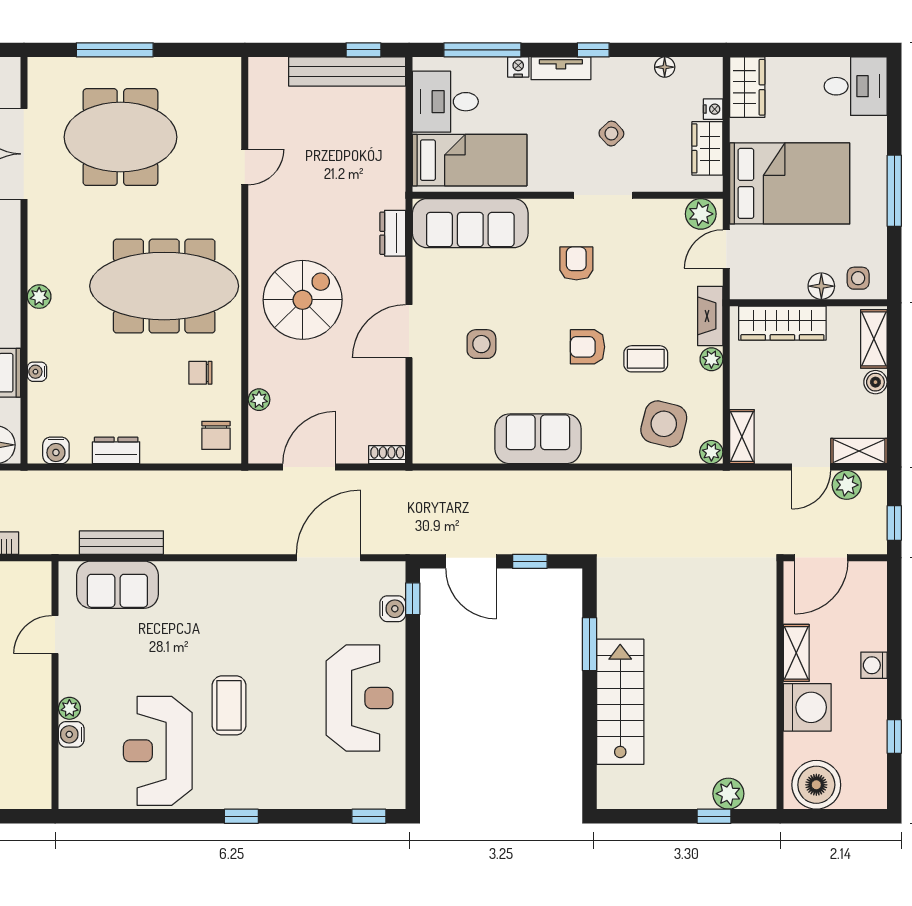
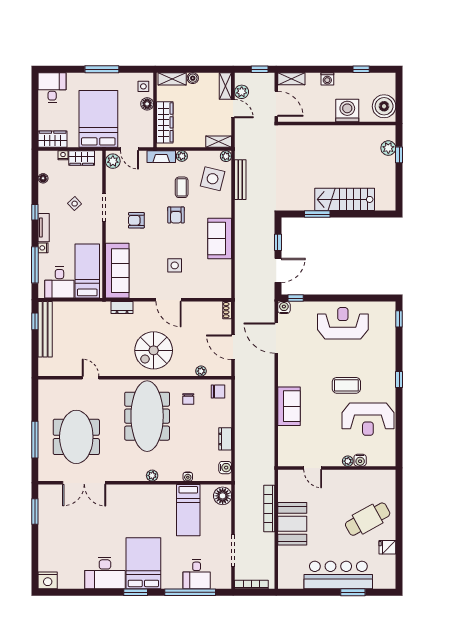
spiral stairs: (303, 300) -> (154, 350), turned -90
bench: (121, 543) -> (240, 180), moved
sofa: (117, 585) -> (289, 406), moved
water cooler: (393, 609) -> (284, 308), moved
shelving: (796, 653) -> (291, 79), moved

